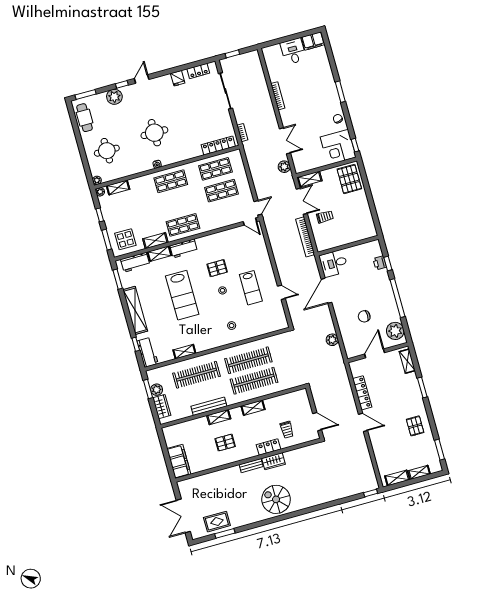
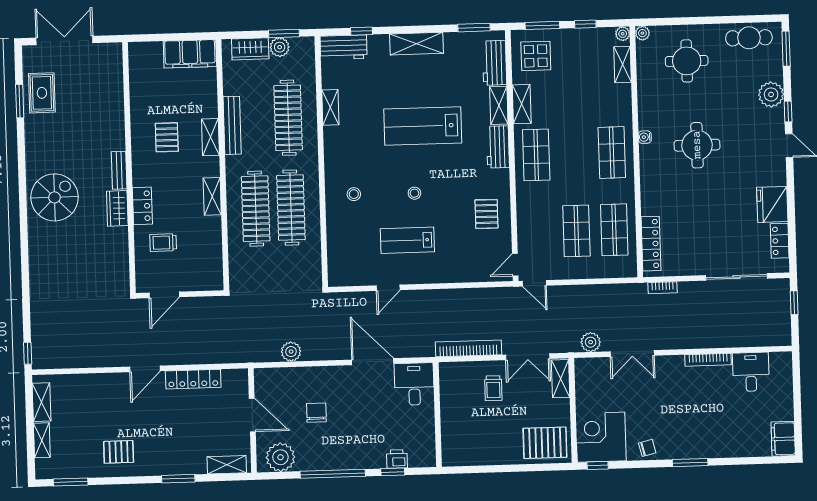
desk: (293, 51) -> (751, 372), moved, turned -90
fridge: (178, 78) -> (772, 204), width x1.88, depth x1.34
pallet: (217, 268) -> (486, 214), moved
shelving: (135, 310) -> (417, 44), width x0.68
filing cabinet: (179, 461) -> (190, 54), moved

